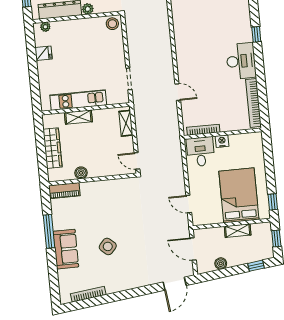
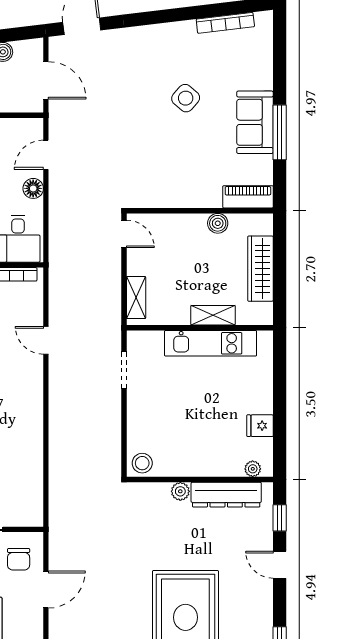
floor lamp: (194, 183) -> (33, 188), added
door: (189, 204) -> (46, 155), swing flipped
sofa: (66, 249) -> (255, 122), moved

